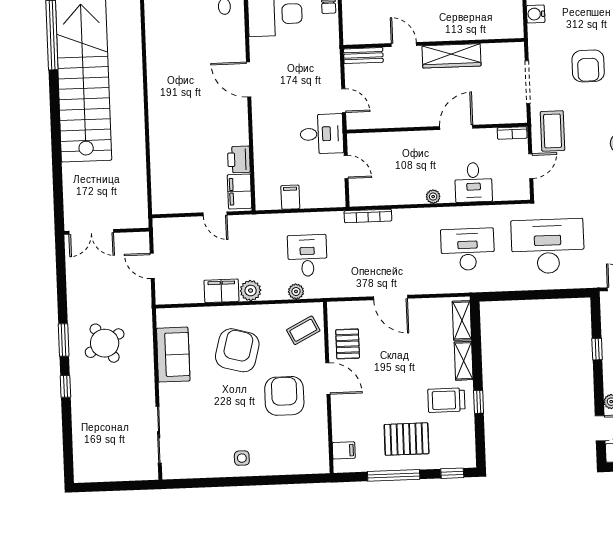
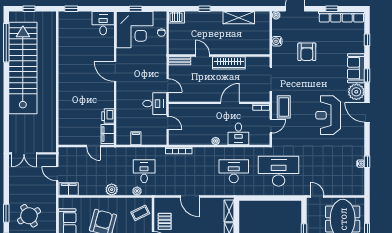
armchair: (588, 66) -> (307, 52), moved
filing cabinet: (222, 291) -> (69, 189), moved

